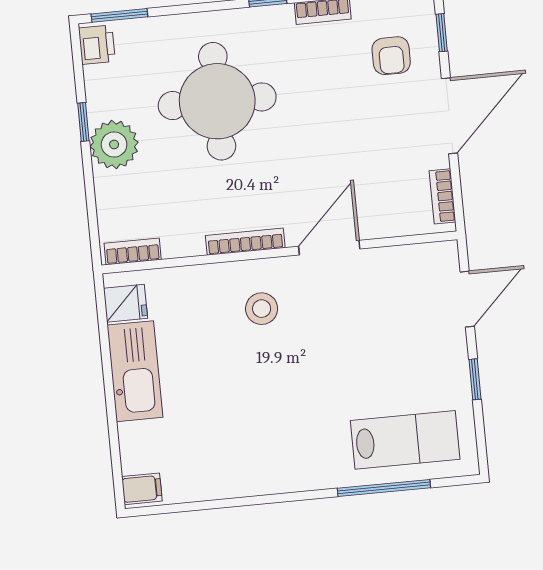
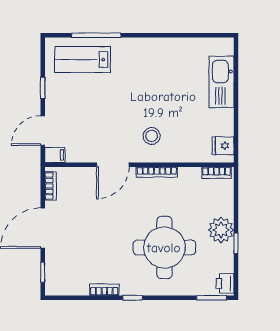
armchair: (391, 56) -> (70, 263), removed
kitchen sink: (135, 371) -> (222, 82), moved
filing cabinet: (142, 489) -> (55, 155), moved, turned 180

